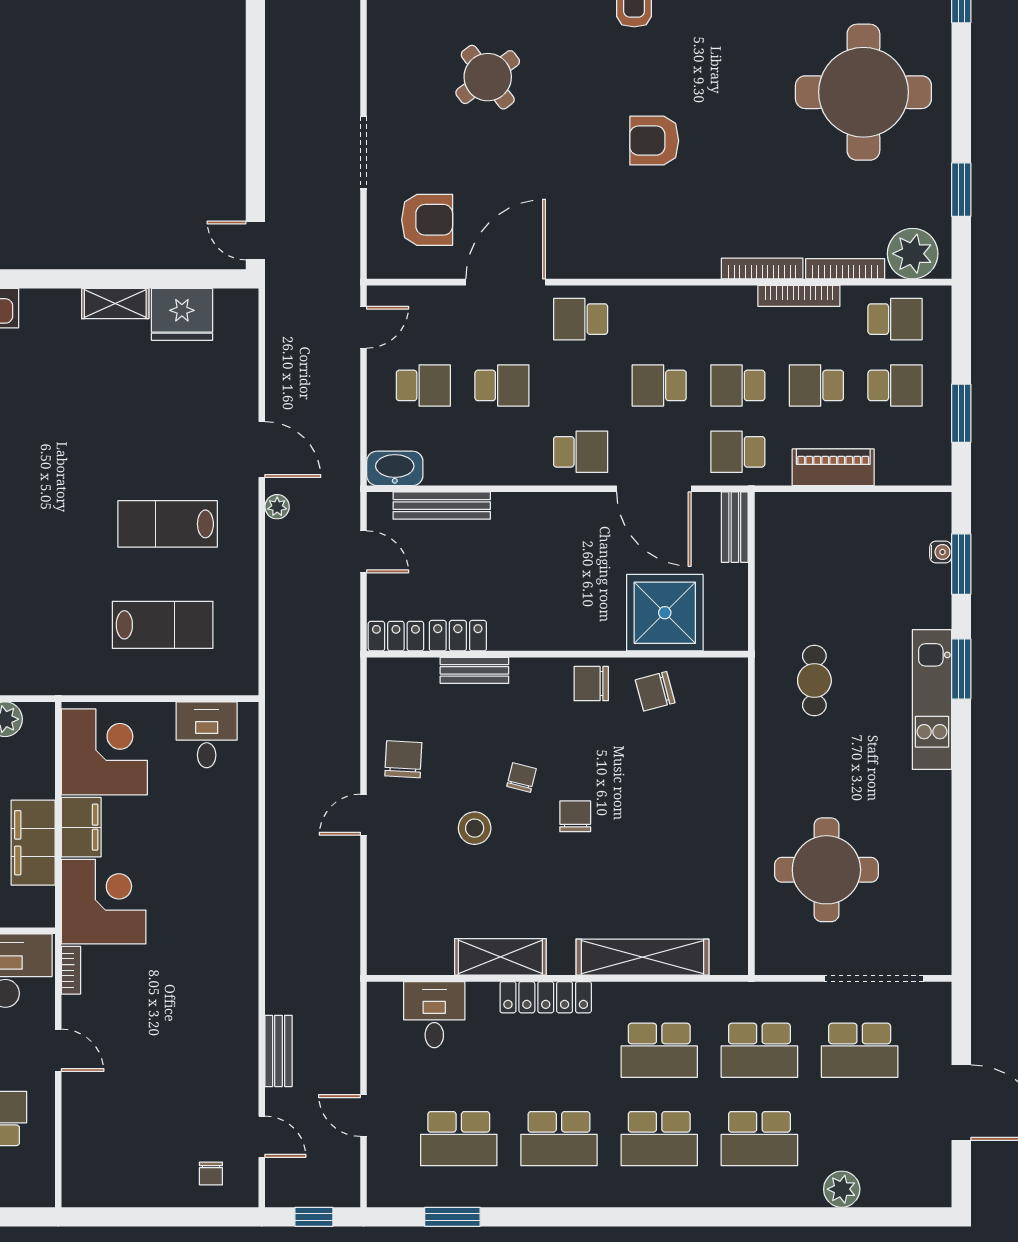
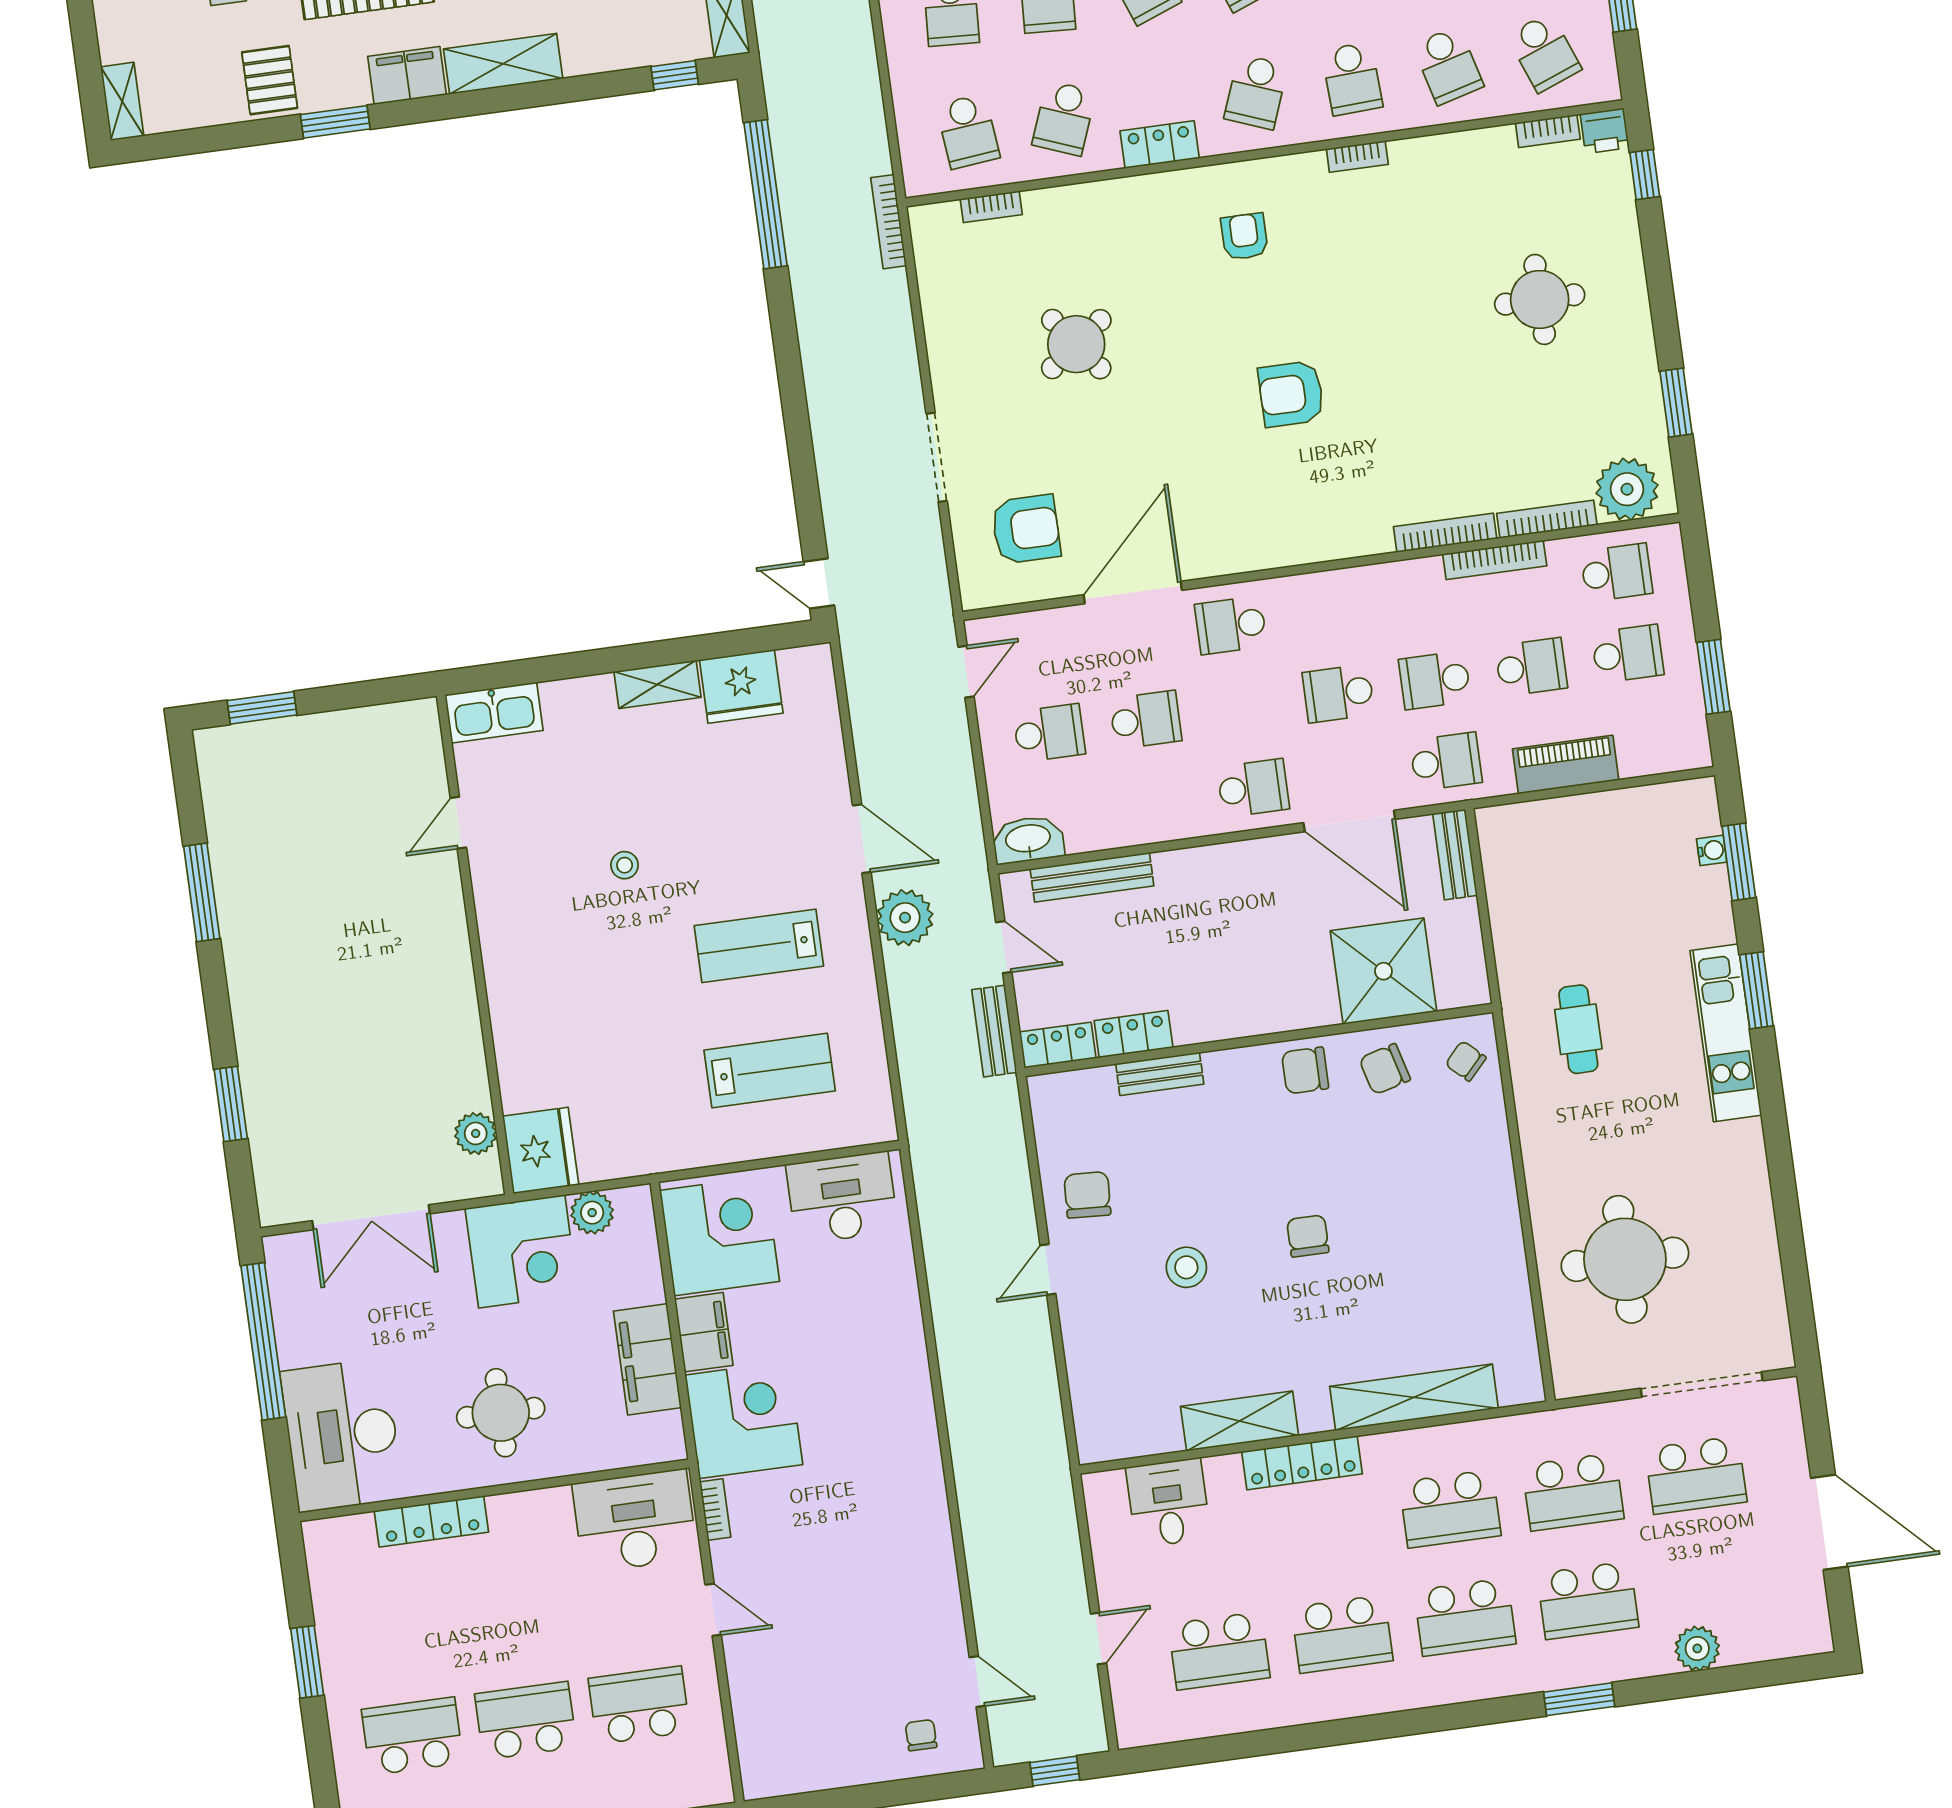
round table: (863, 92) -> (1540, 299), width x0.54, depth x0.54
school desk: (816, 385) -> (1531, 667), turned 180
stool: (69, 445) -> (625, 865), added
school desk: (738, 452) -> (1446, 762), turned 180
plant: (277, 507) -> (905, 918), width x1.88, depth x1.88
desk: (207, 735) -> (842, 1198), width x1.37
chair: (521, 778) -> (1466, 1061), moved, turned -61
bench: (279, 1051) -> (994, 1031), moved
door: (363, 1116) -> (1098, 1639), swing flipped
chair: (211, 1173) -> (921, 1735), turned 180
window: (452, 1217) -> (1579, 1699), moved

